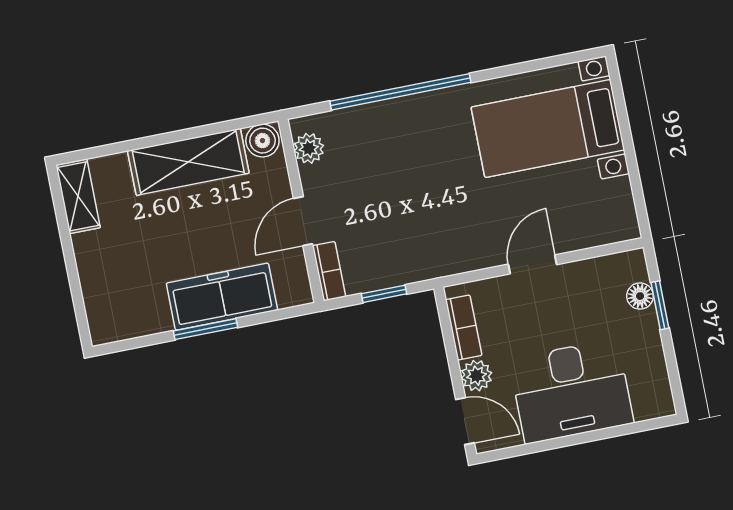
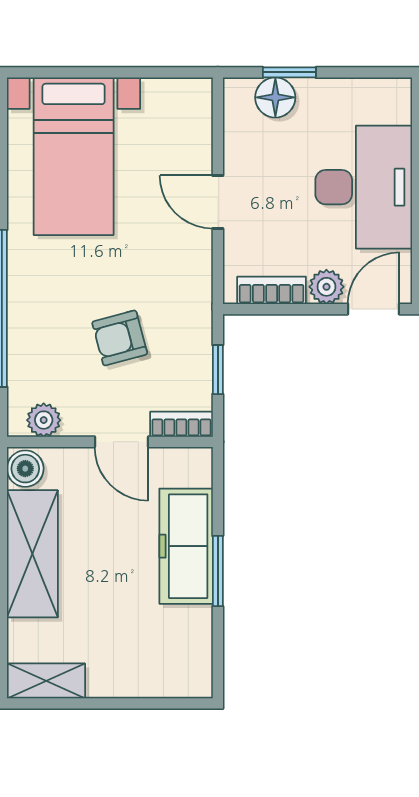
armchair: (395, 201) -> (120, 338), added
floor lamp: (640, 296) -> (275, 97), width x1.37, depth x1.37

